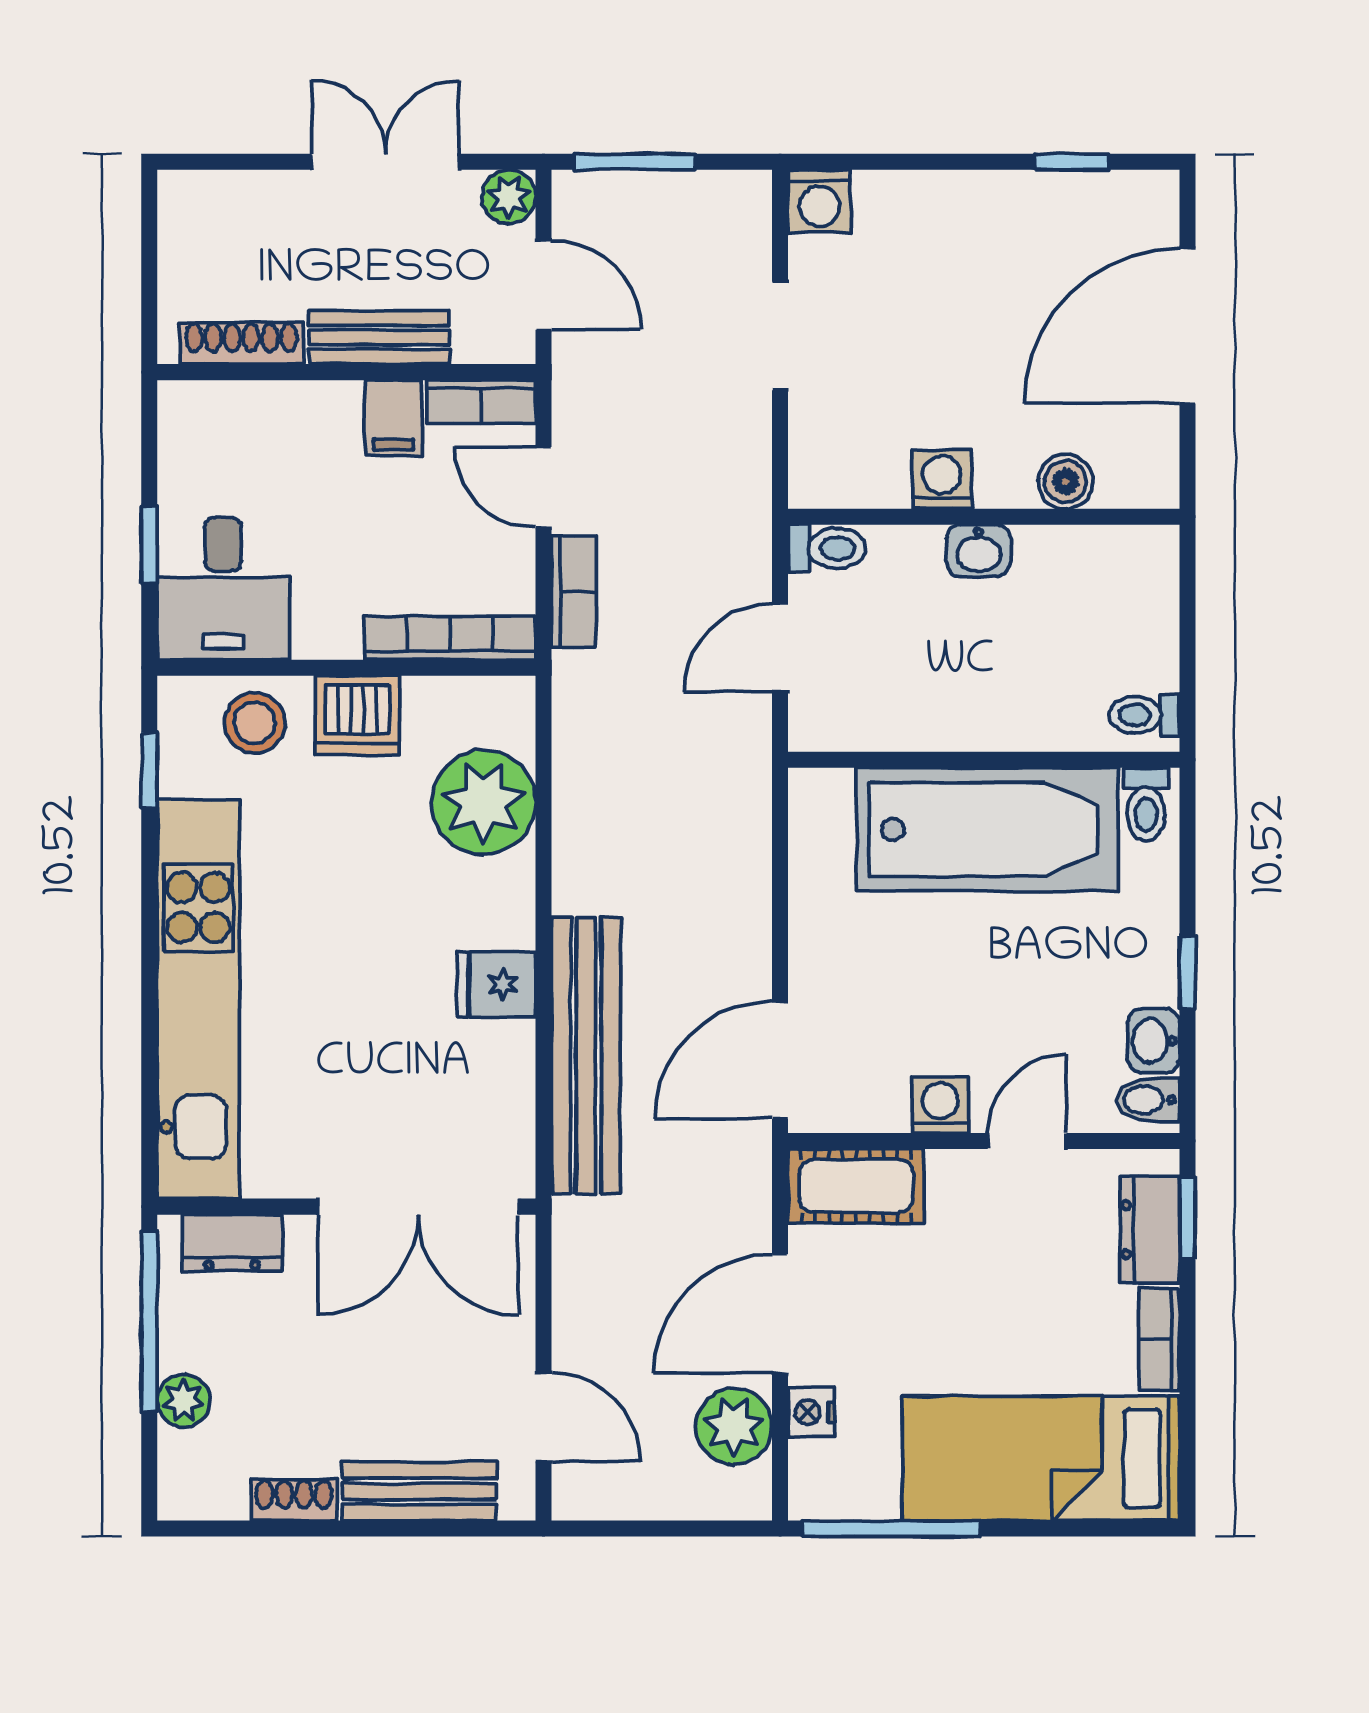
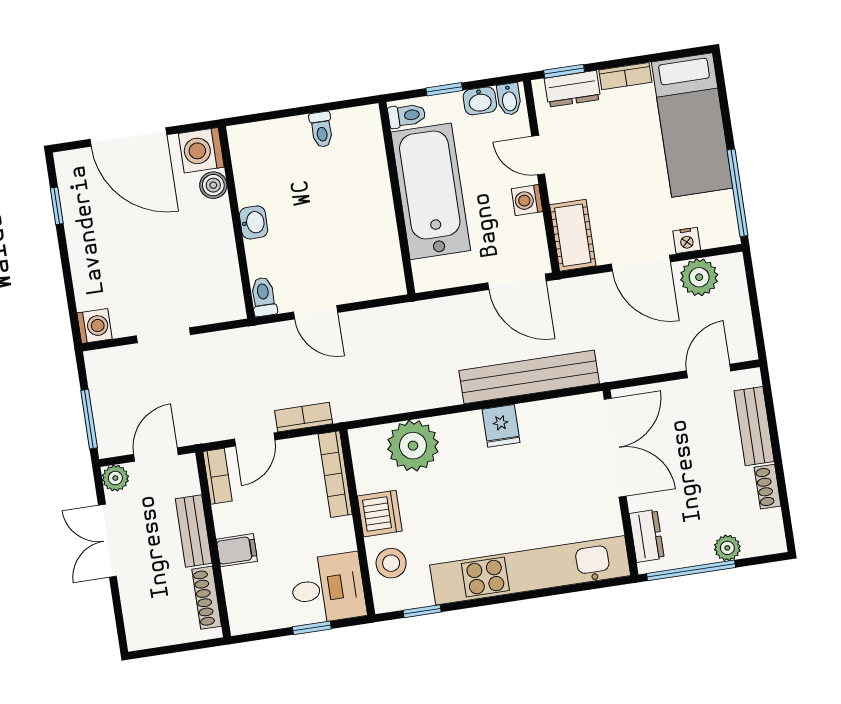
filing cabinet: (393, 418) -> (237, 550), moved
washing machine: (942, 479) -> (201, 150), moved, width x1.38, depth x1.38
wall: (984, 760) -> (397, 198), moved
toilet: (1146, 804) -> (407, 116), moved
bathtub: (987, 829) -> (431, 191), moved

